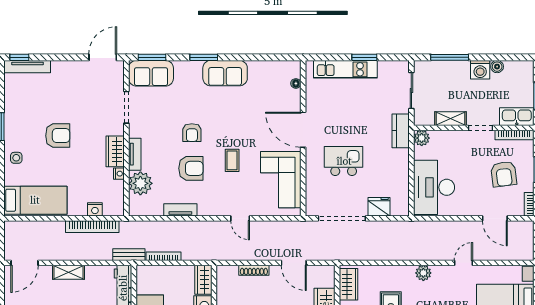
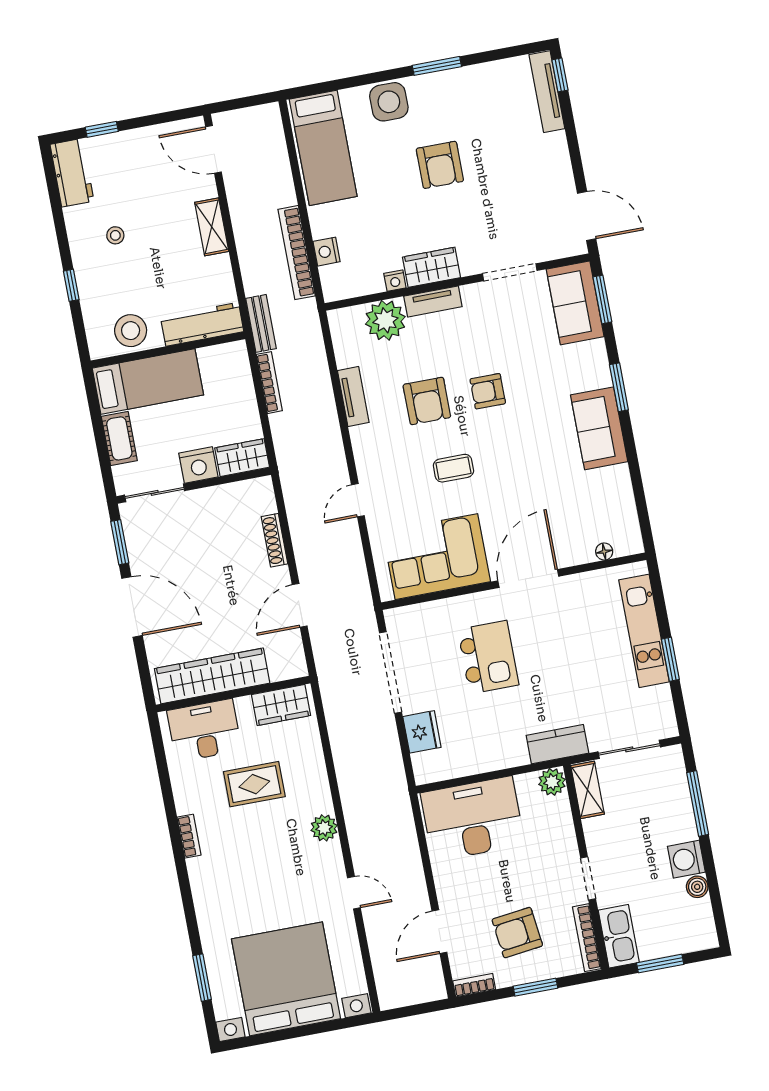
shelving: (450, 119) -> (588, 790), moved
side table: (16, 158) -> (389, 102), width x1.87, depth x1.87

